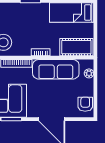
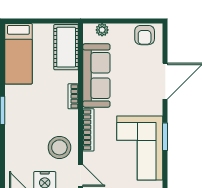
armchair: (85, 104) -> (145, 35), turned -90

